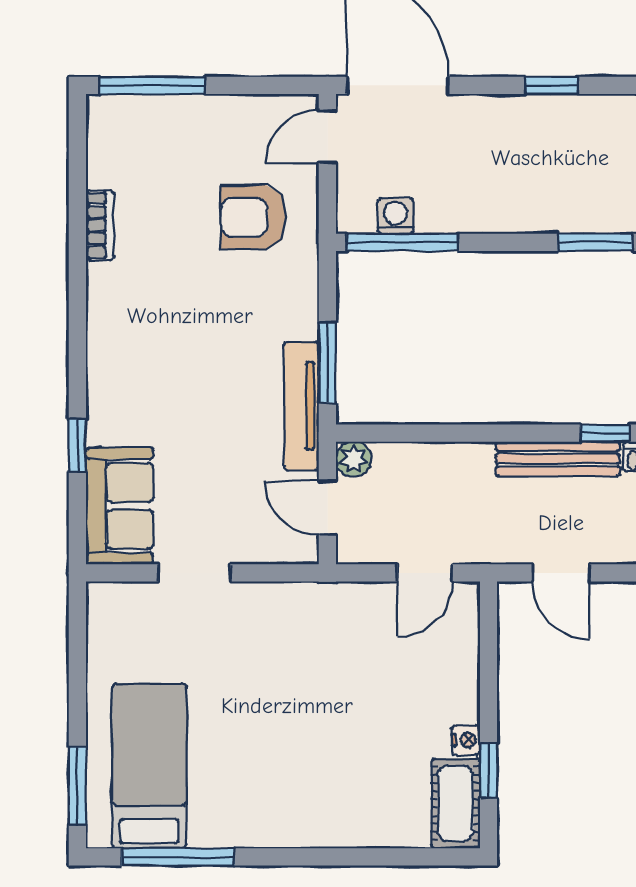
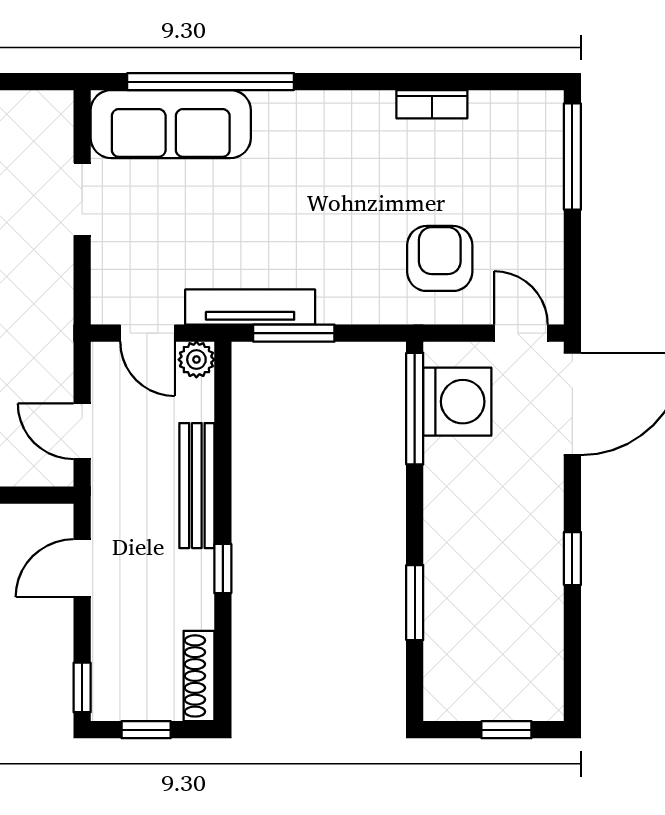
washing machine: (396, 216) -> (457, 402), width x1.89, depth x1.89
window: (605, 433) -> (223, 569), moved
window: (77, 445) -> (211, 82), width x3.17
bench: (558, 459) -> (197, 486), moved
sofa: (120, 506) -> (171, 124), width x1.36
door: (327, 508) -> (147, 333), swing flipped

